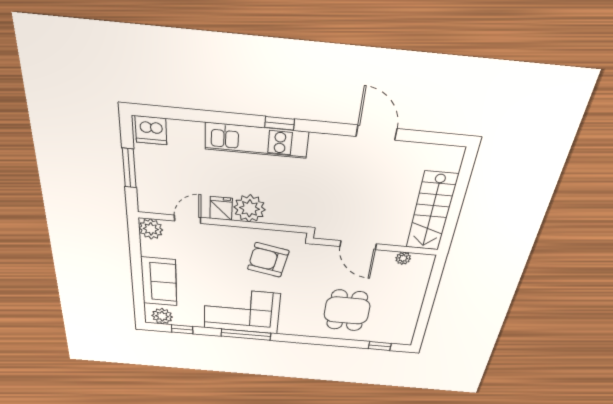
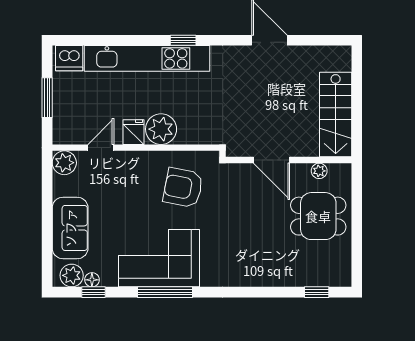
kitchen unit: (257, 140) -> (147, 58), width x1.36
dining table: (347, 311) -> (318, 216), moved, turned 90
floor lamp: (181, 321) -> (92, 280), added

